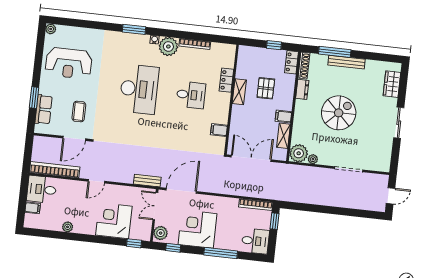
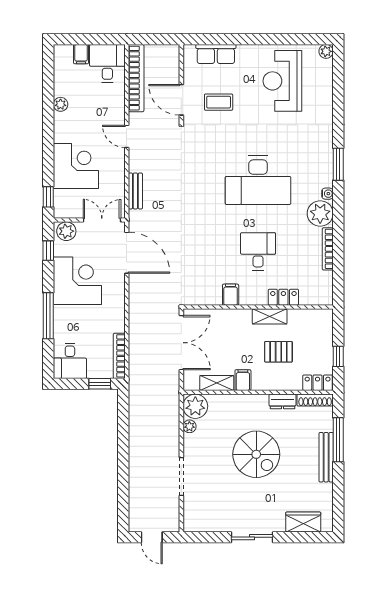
desk: (191, 95) -> (258, 251), turned 180
window: (34, 98) -> (231, 39), removed
filing cabinet: (219, 130) -> (231, 295), moved
bench: (147, 181) -> (135, 191), moved

